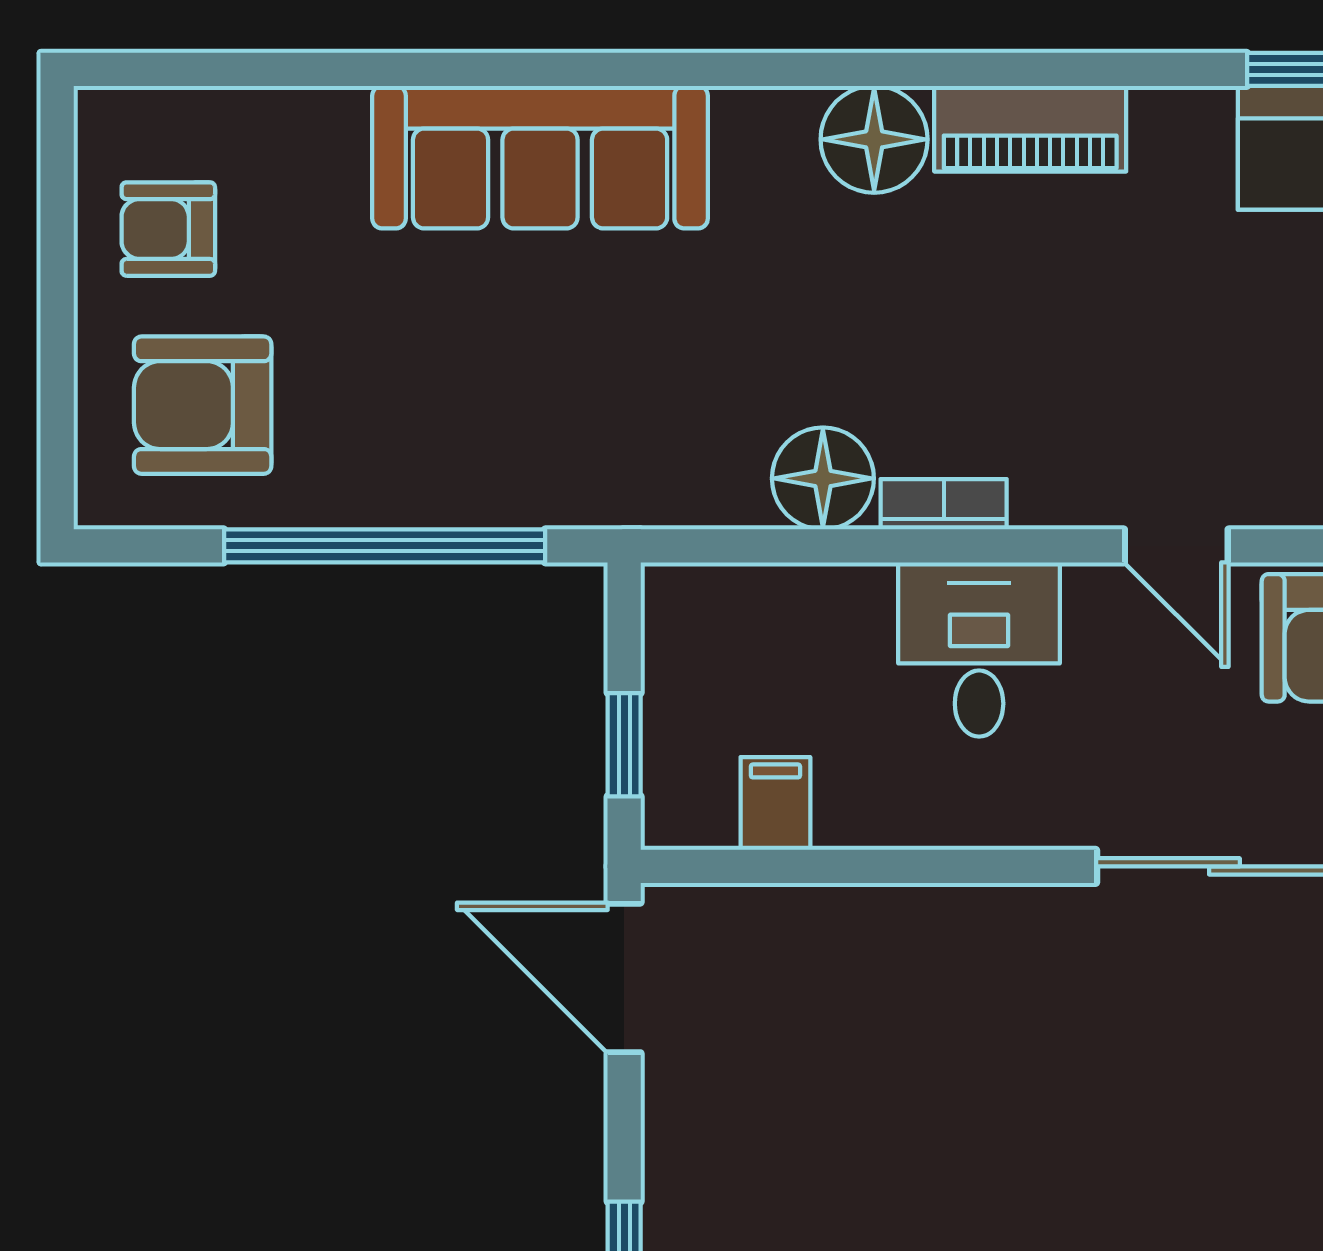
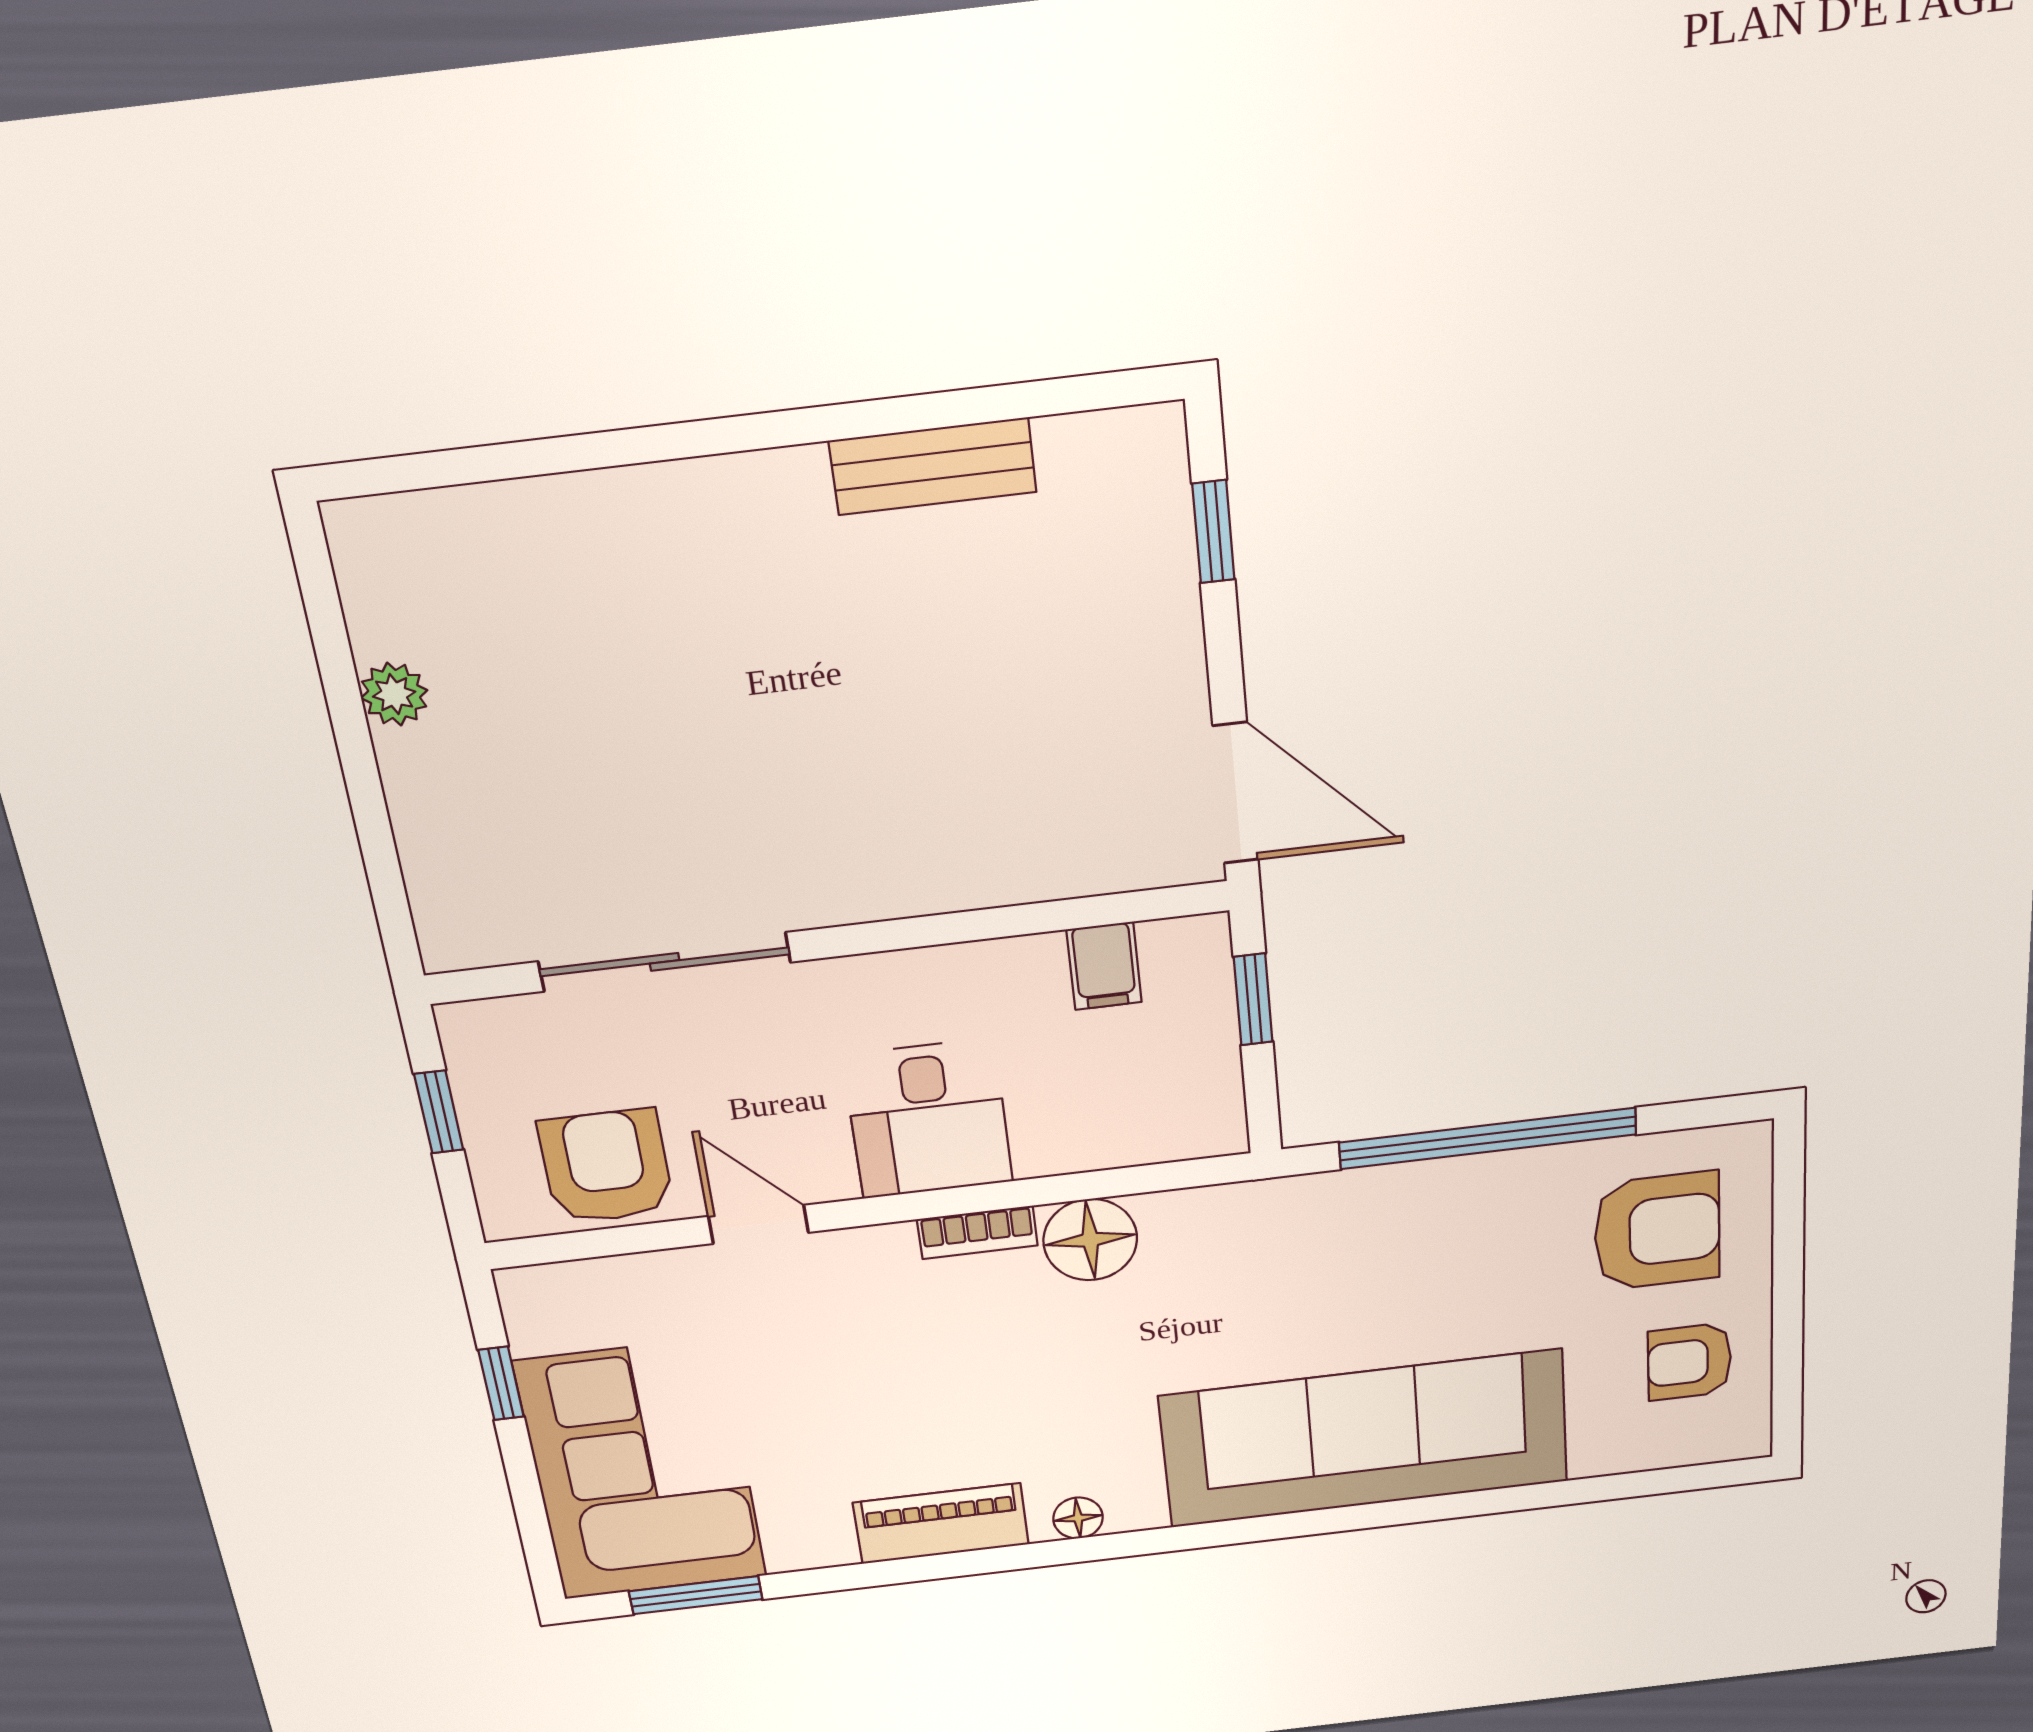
floor lamp: (874, 139) -> (1078, 1518), width x0.53, depth x0.53
sofa: (540, 157) -> (1365, 1439), width x1.36, depth x1.27
armchair: (168, 229) -> (1689, 1362), turned 180

